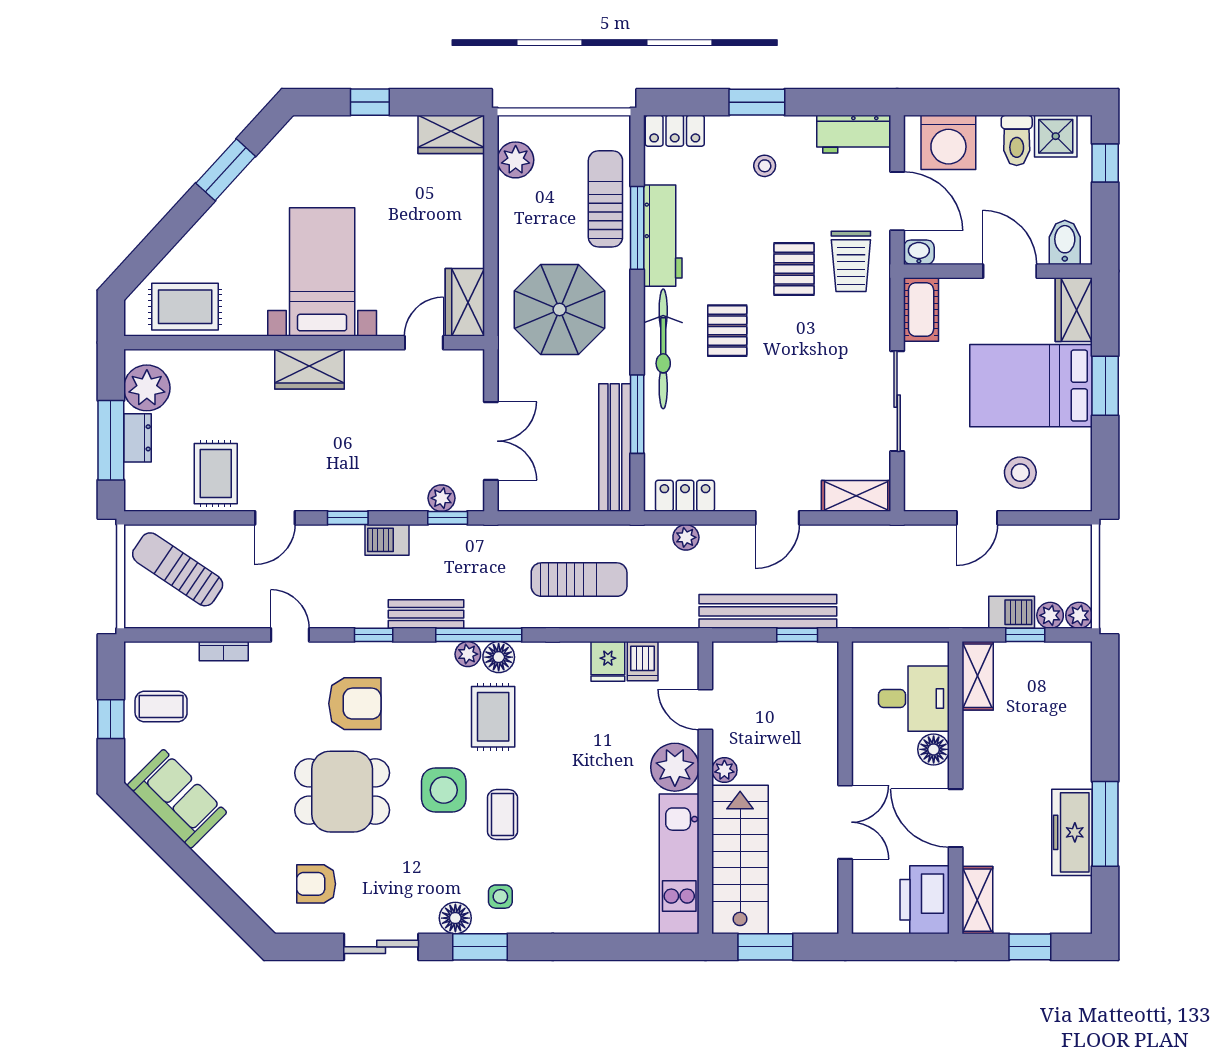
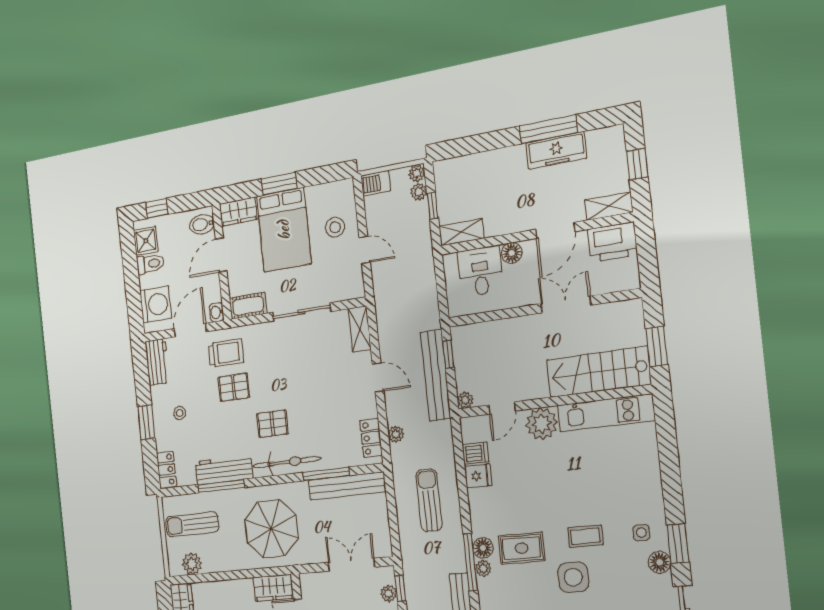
sun lounger: (605, 199) -> (192, 524), moved
barbecue: (1012, 612) -> (376, 183), moved, turned -90
plant: (724, 770) -> (465, 400), moved

